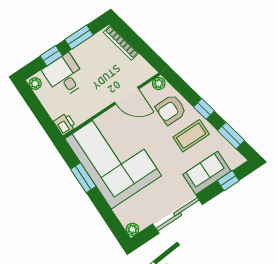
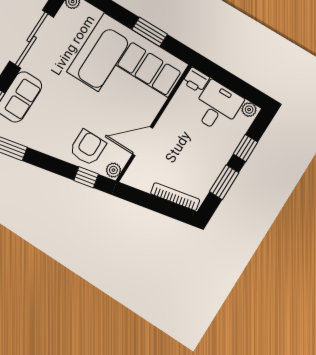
desk: (65, 76) -> (217, 106), moved, turned -90
window: (204, 109) -> (86, 177), moved
coffee table: (191, 136) -> (53, 129), removed

